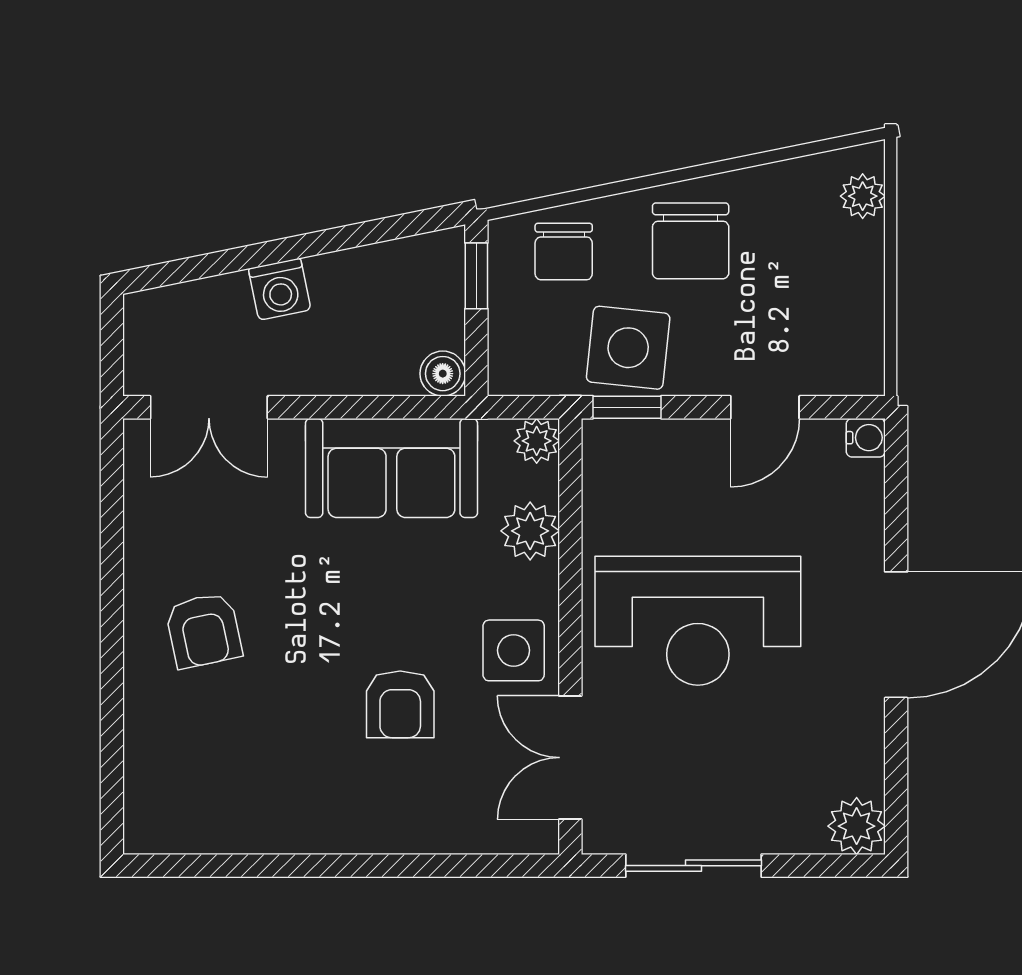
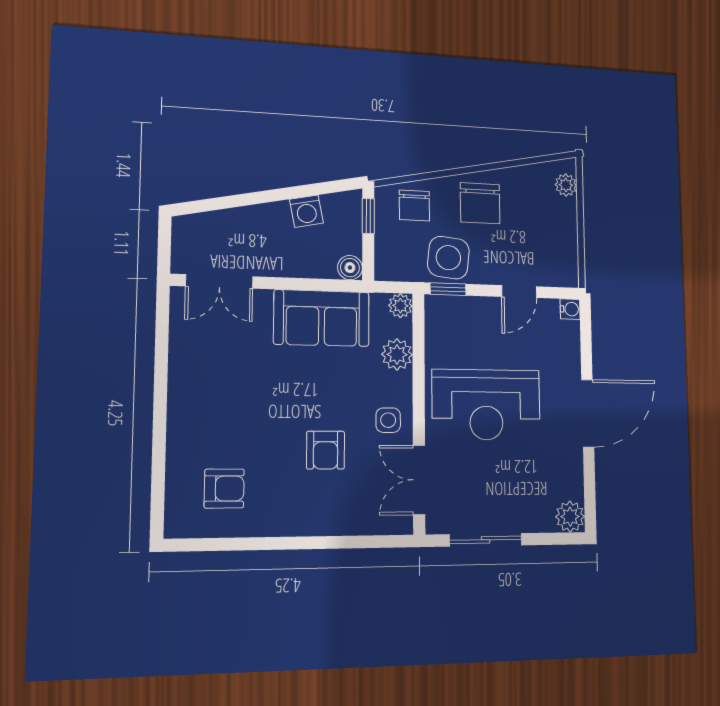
washing machine: (280, 289) -> (306, 211), moved
armchair: (204, 630) -> (224, 489), moved, turned -78
side table: (514, 650) -> (388, 420), width x0.73, depth x0.73

